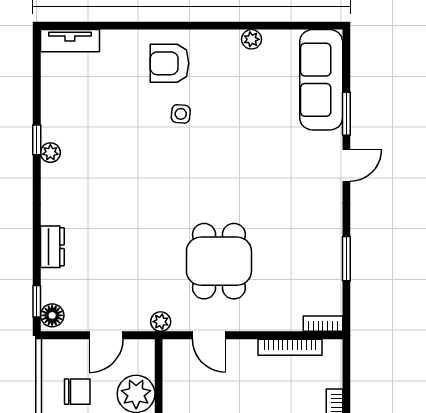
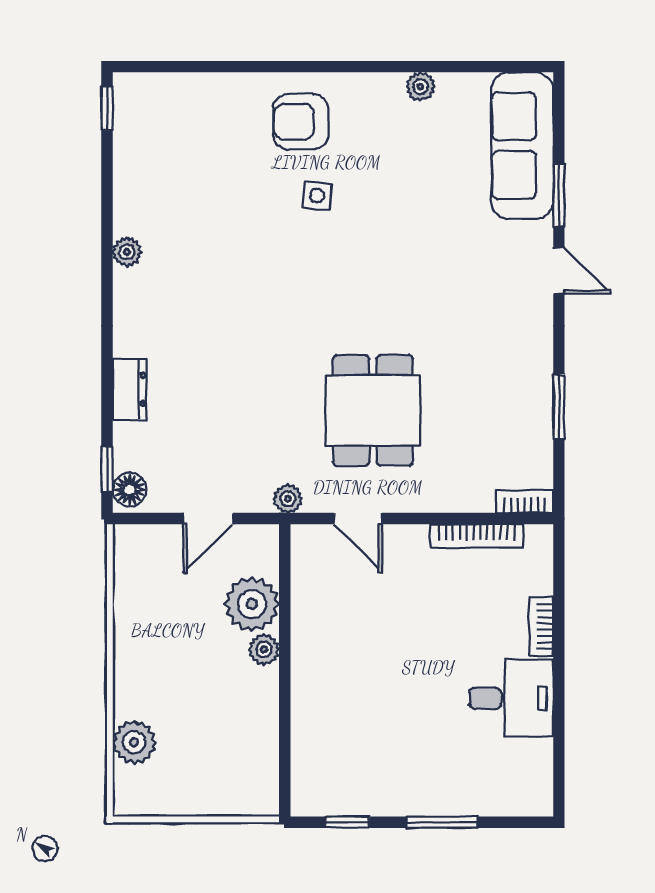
tv unit: (70, 41) -> (155, 89), removed
window: (37, 140) -> (107, 108), moved
door: (346, 165) -> (559, 271), hinge flipped
chair: (77, 392) -> (166, 601), removed

